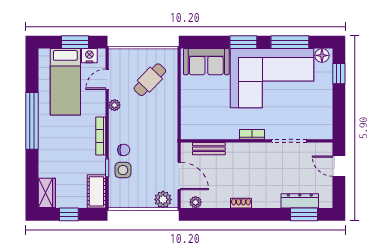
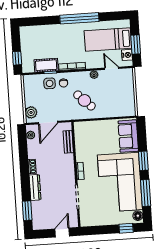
cafe table: (150, 80) -> (84, 100), moved
cot: (96, 191) -> (46, 65), moved
wardrobe: (47, 193) -> (30, 32), removed
dresser: (300, 201) -> (35, 187), moved
window: (69, 214) -> (17, 58), moved

